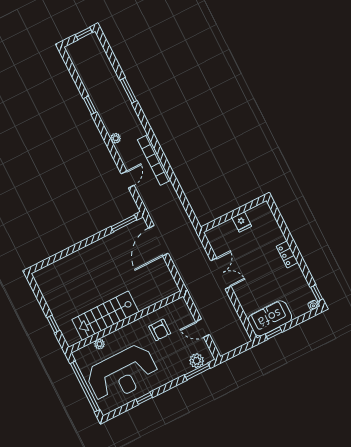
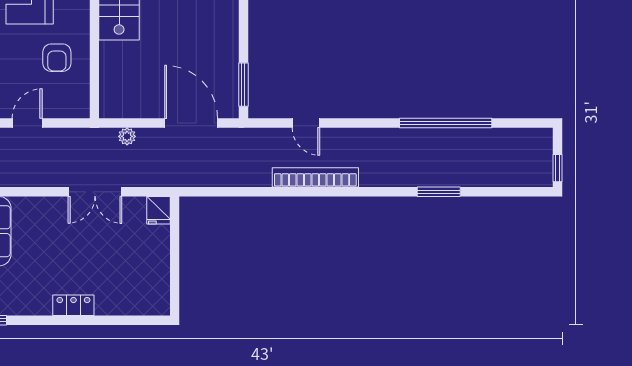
window: (90, 105) -> (446, 123), width x3.17
plant: (116, 138) -> (127, 136), moved
fridge: (242, 222) -> (158, 210), moved, turned -90
armchair: (160, 330) -> (57, 58), turned -90

